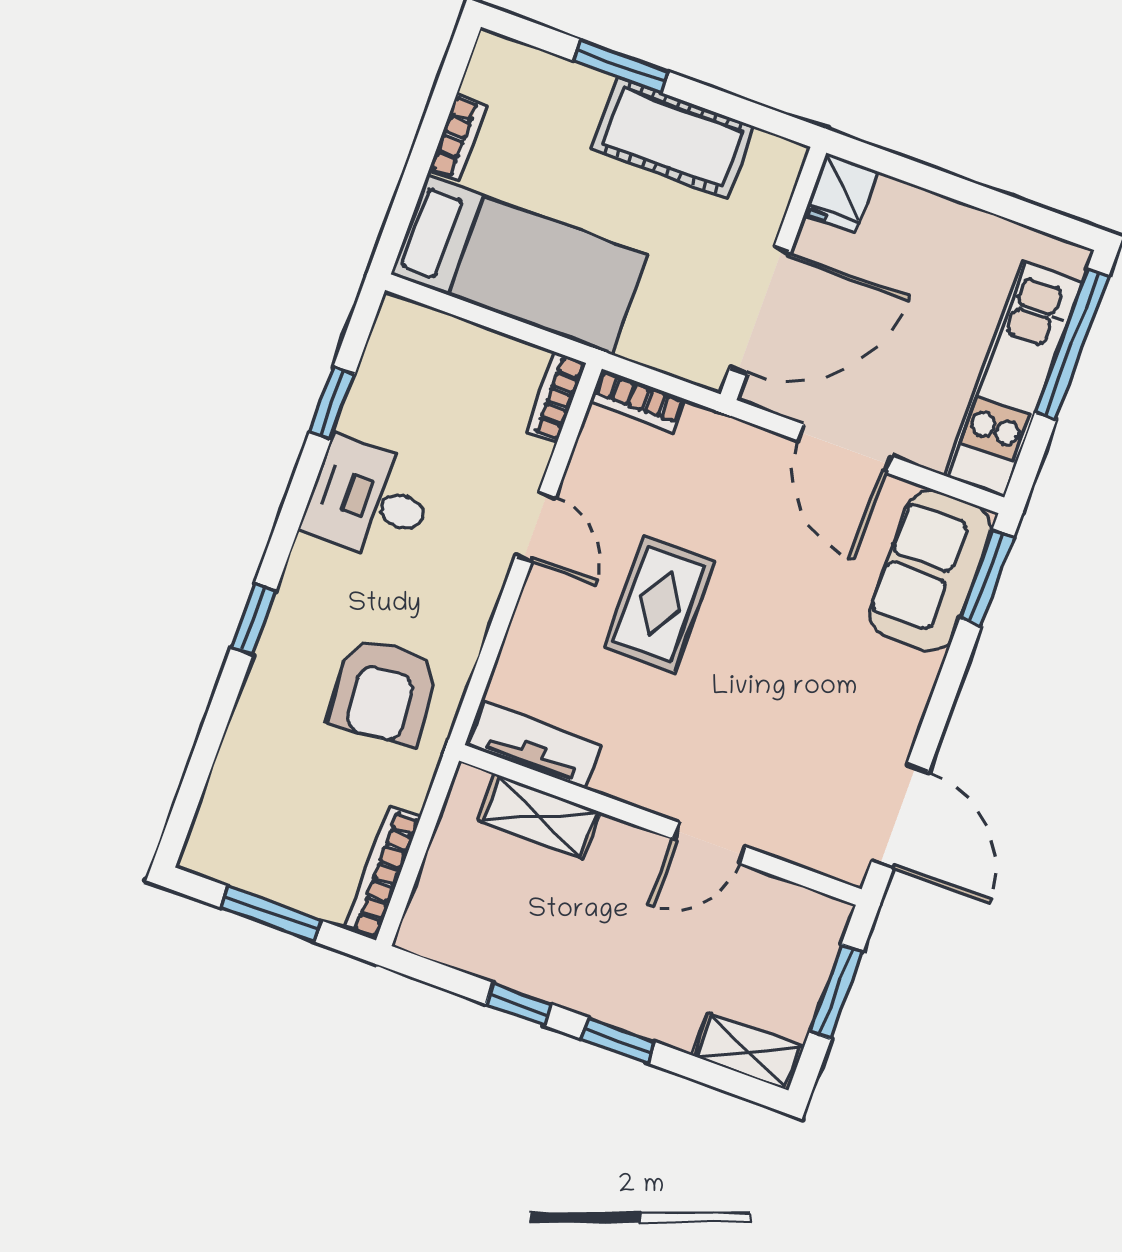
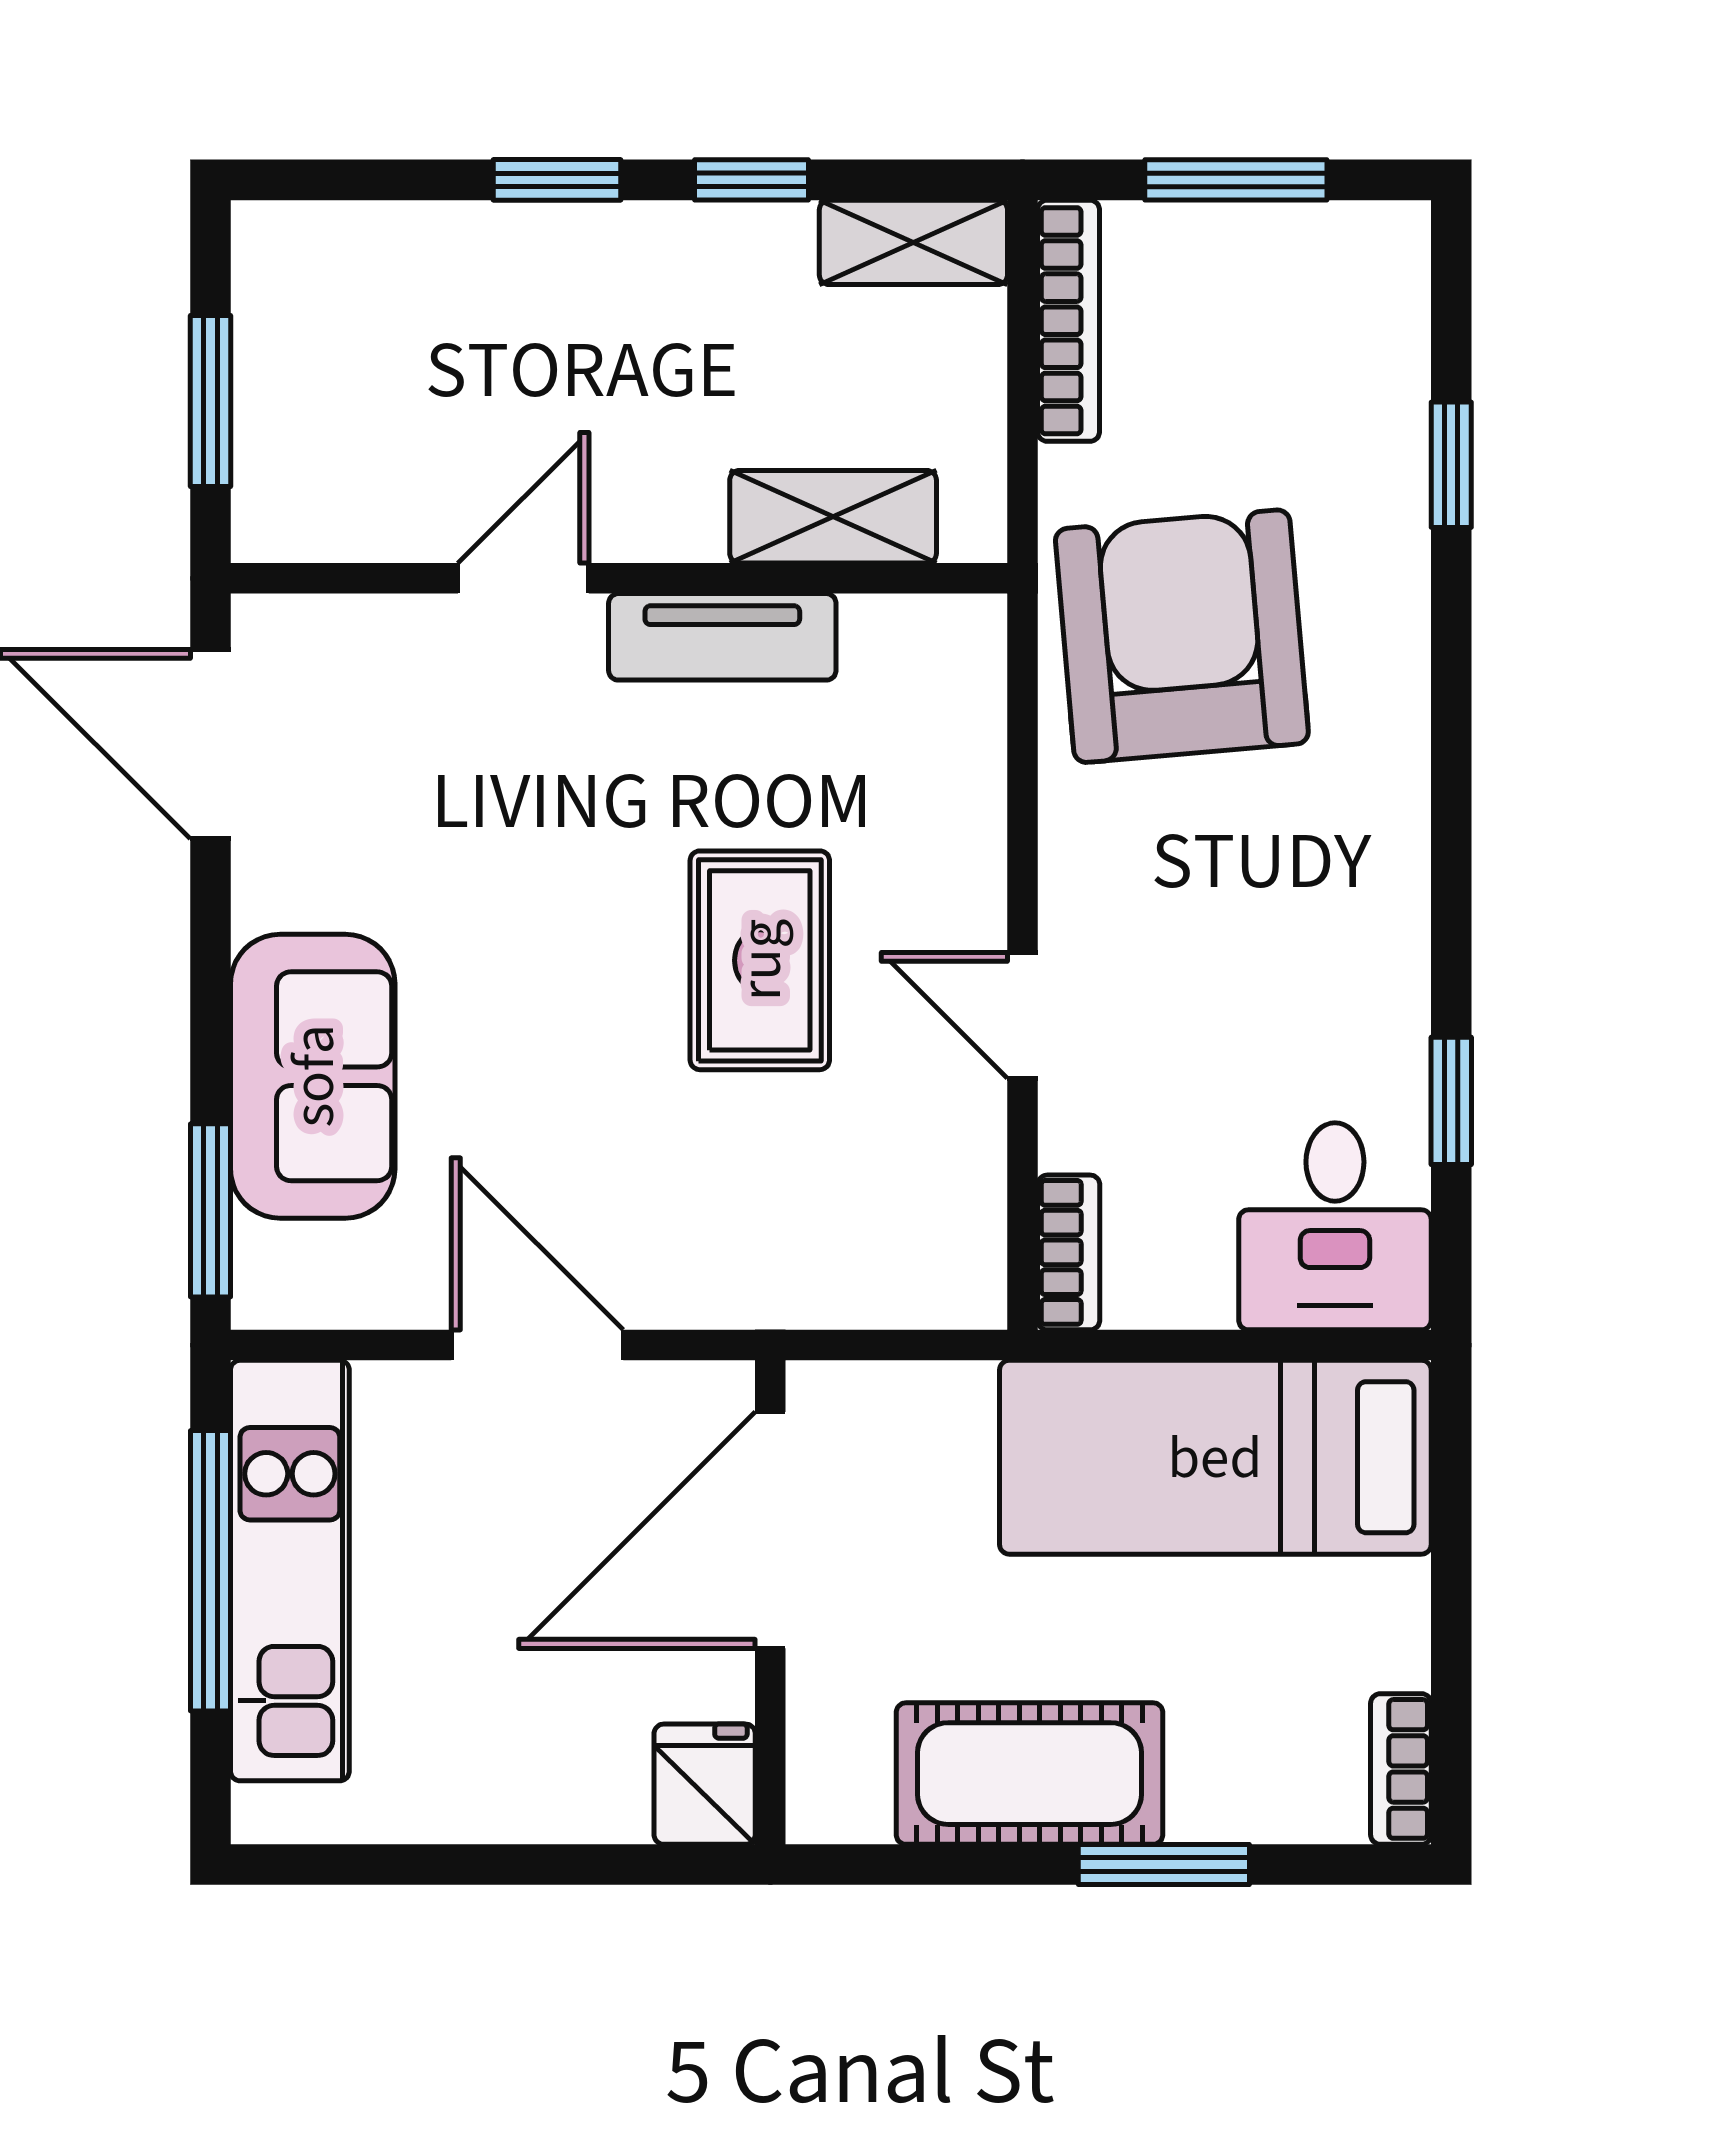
bookcase: (458, 138) -> (1401, 1769), moved
window: (1072, 344) -> (210, 1571), moved
bookcase: (638, 401) -> (925, 1297), removed
desk: (369, 500) -> (1335, 1226), moved, turned 90
sofa: (930, 570) -> (313, 1076), moved
window: (254, 619) -> (1451, 465), moved
armchair: (383, 691) -> (1182, 636), width x1.36, depth x1.36
tv unit: (535, 746) -> (722, 637), moved
shelving: (748, 1052) -> (913, 242), moved

